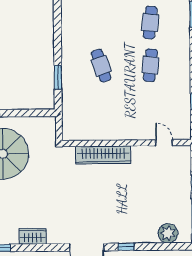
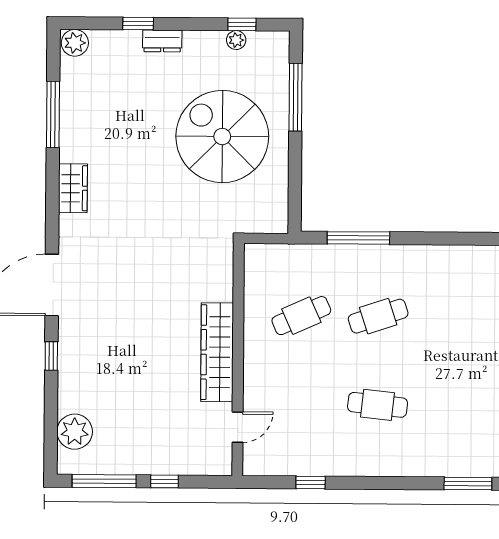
cafe table: (150, 23) -> (301, 316), moved, turned -30
window: (58, 77) -> (358, 238), width x1.44
wardrobe: (103, 155) -> (217, 352), moved

